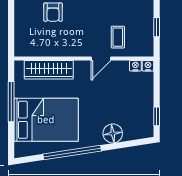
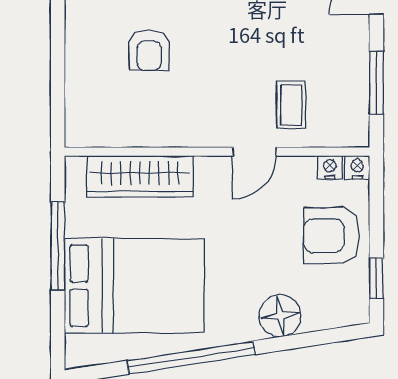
window: (157, 27) -> (376, 83), width x1.50
armchair: (136, 97) -> (332, 236), added

